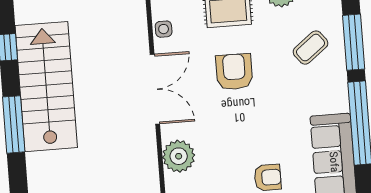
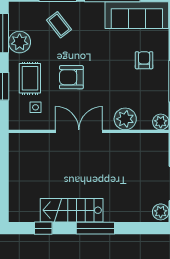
side table: (164, 29) -> (35, 107), moved
stairs: (46, 87) -> (72, 210), width x0.73, depth x0.66

